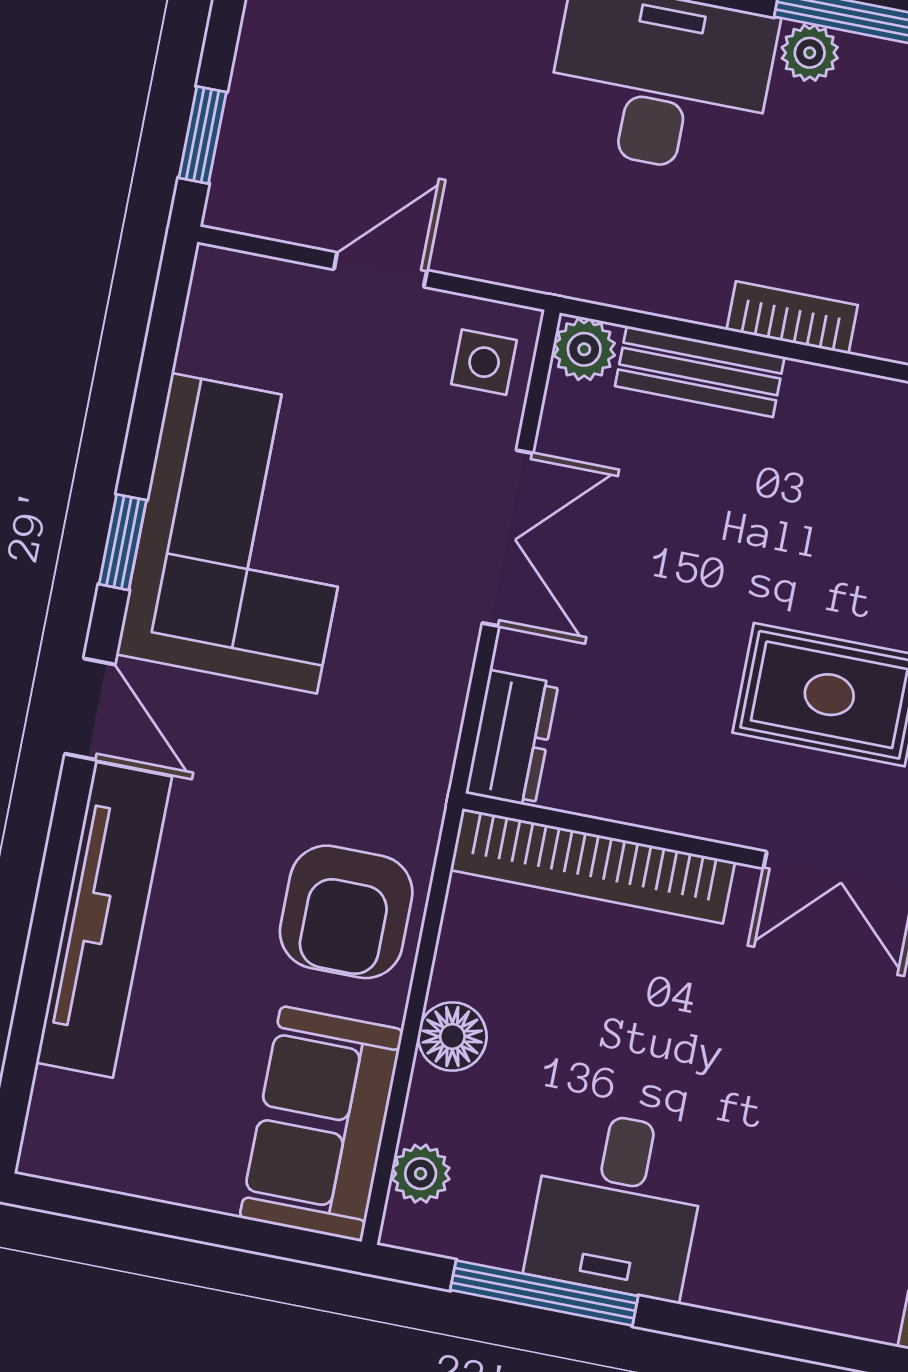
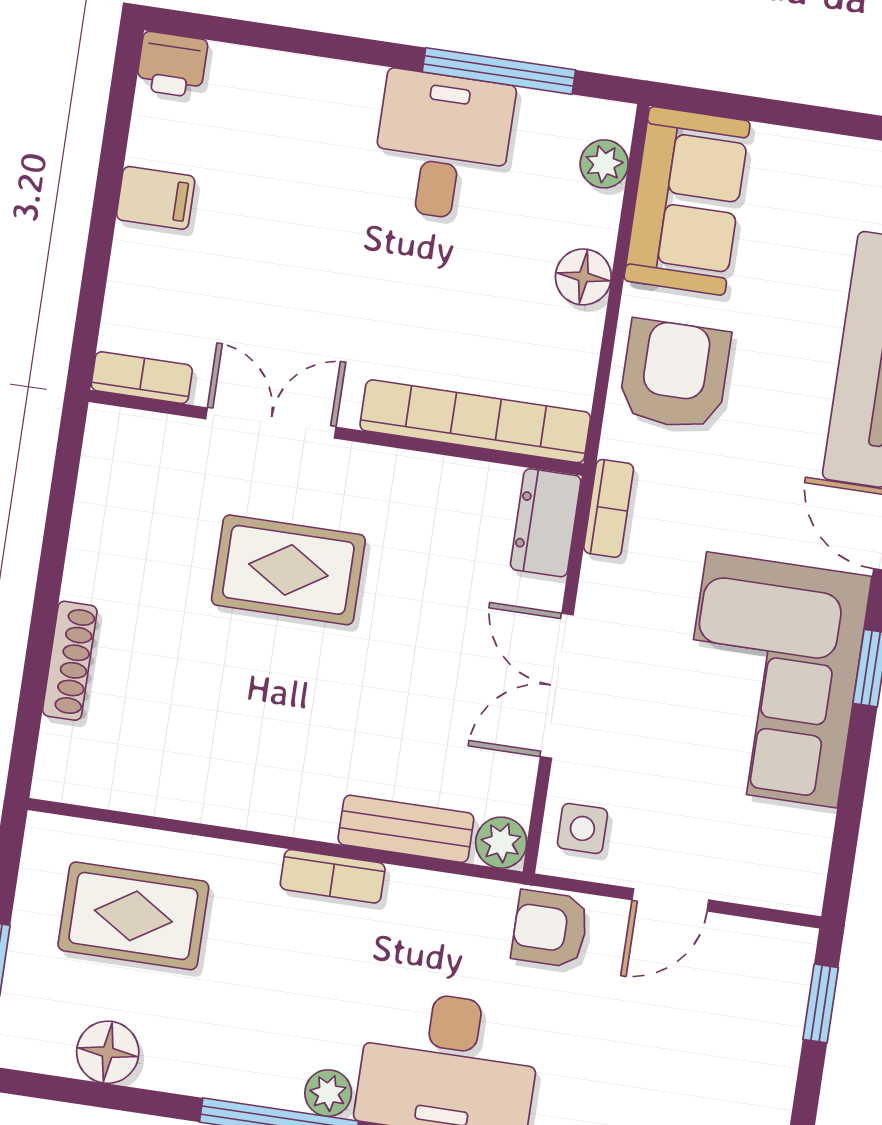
armchair: (529, 241) -> (550, 929), added
bookcase: (434, 752) -> (609, 508), added

